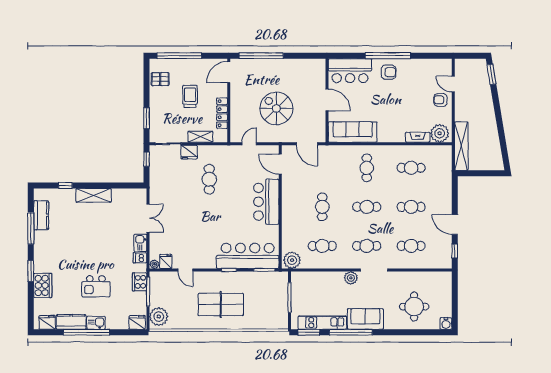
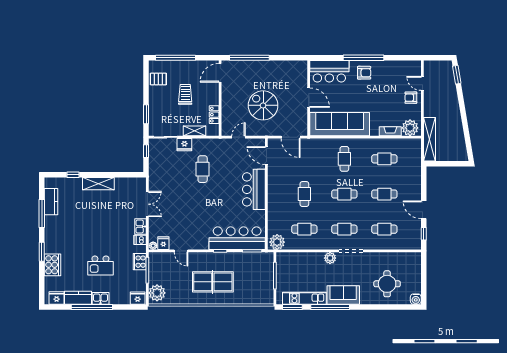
locker: (222, 113) -> (214, 115), width x0.66
sofa: (353, 132) -> (340, 124), width x1.36, depth x1.27

